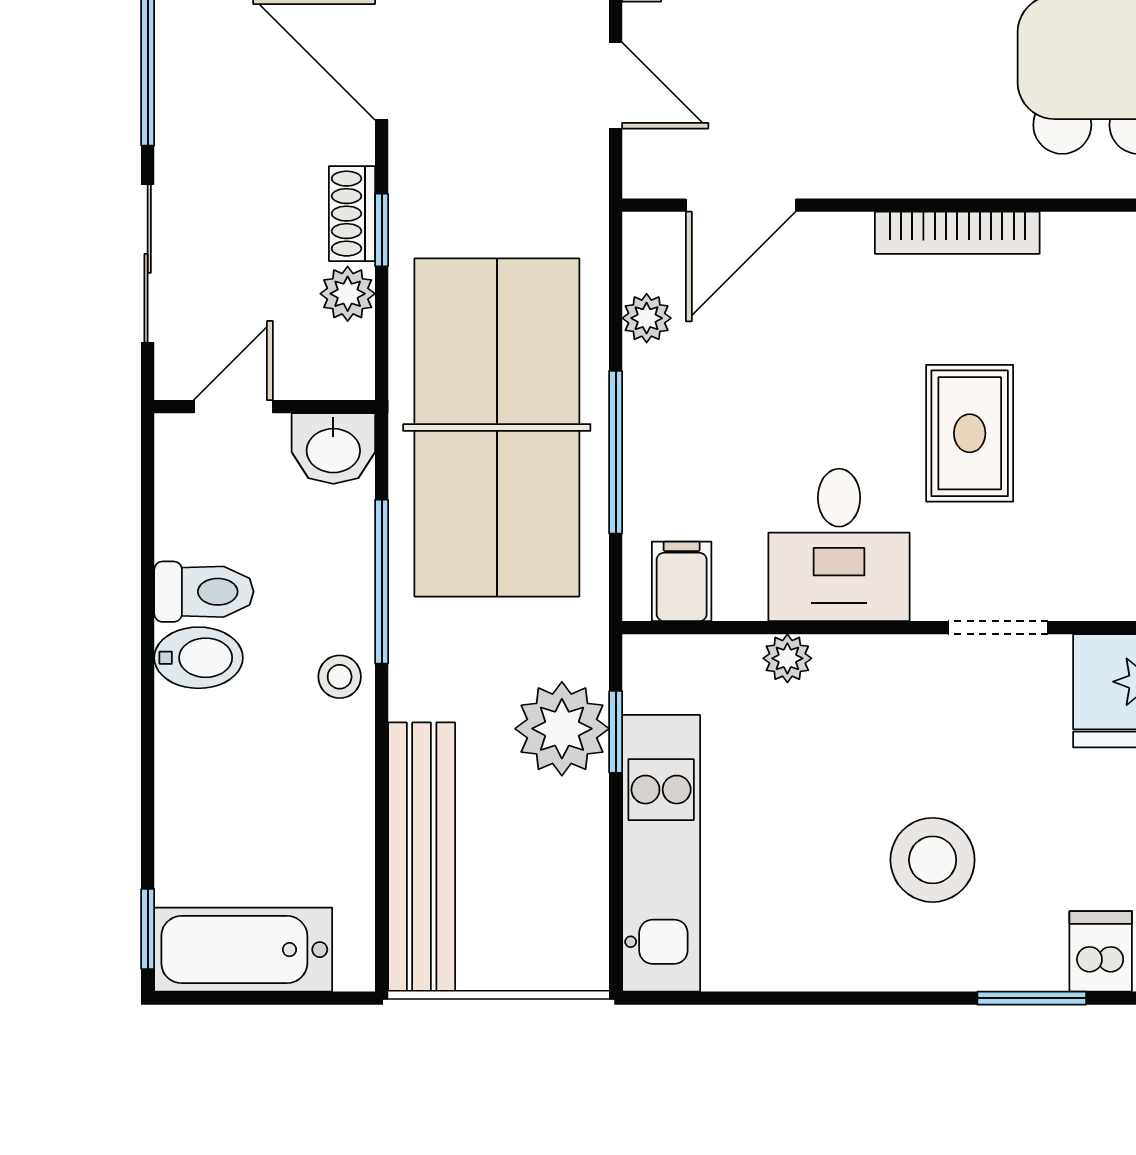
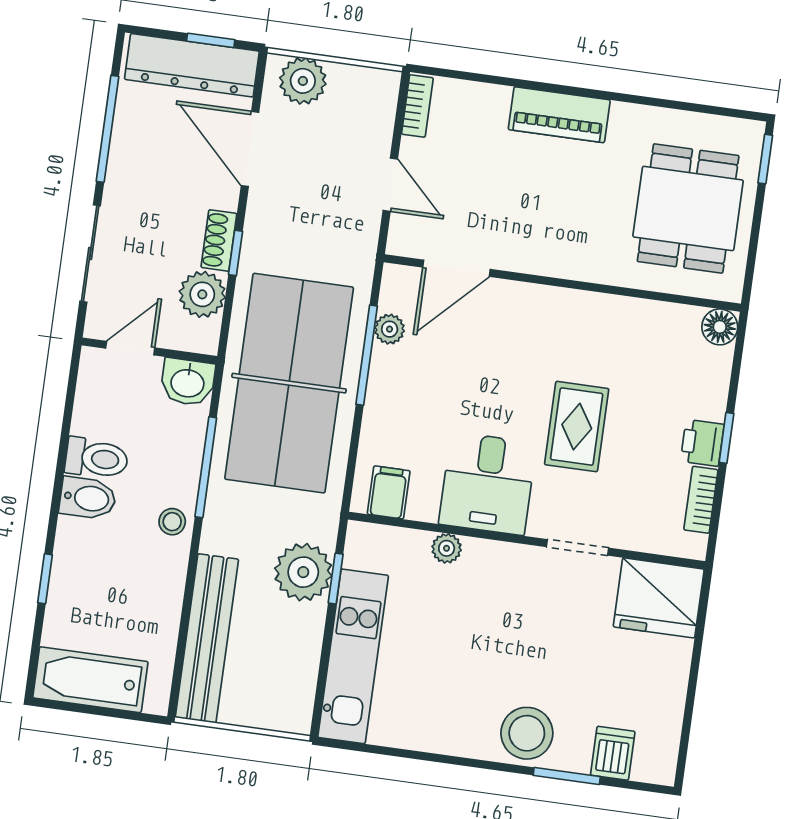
bookcase: (957, 233) -> (586, 303), removed
plant: (348, 294) -> (202, 294), width x1.38, depth x1.38
window: (616, 452) -> (367, 355), moved
stool: (933, 860) -> (527, 733), moved
window: (148, 929) -> (45, 579), moved

